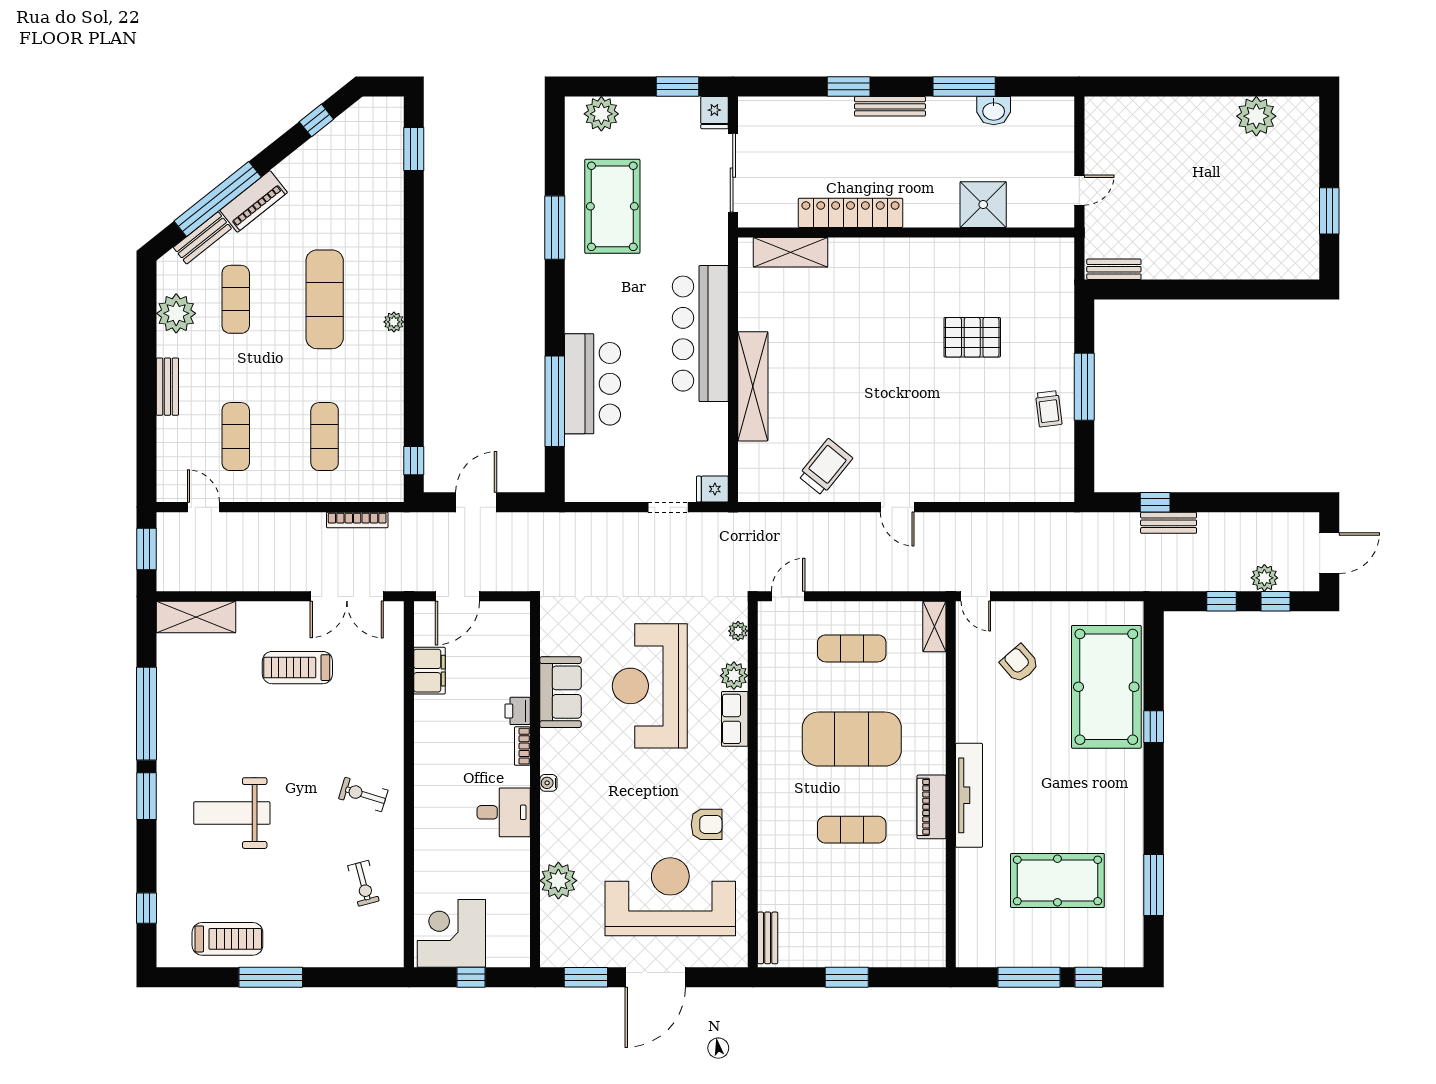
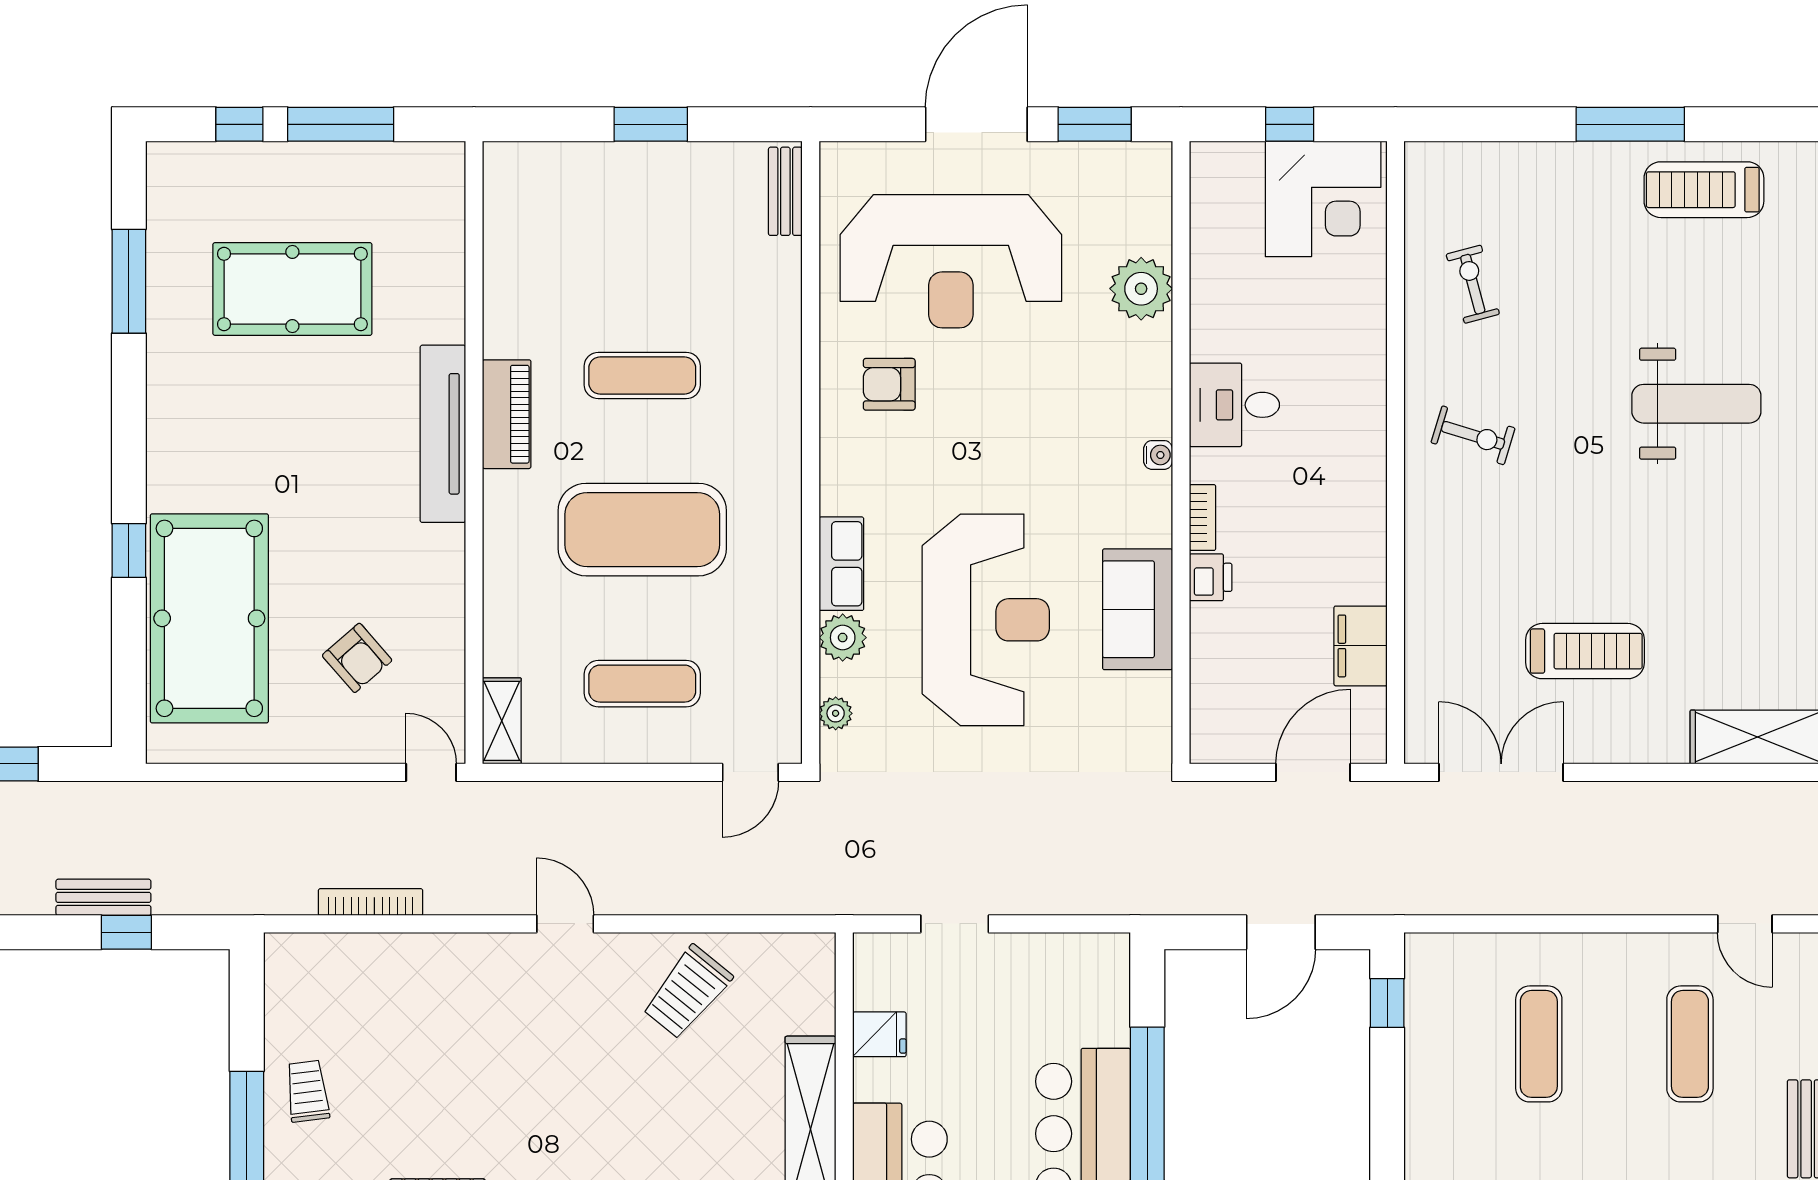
fridge: (712, 489) -> (879, 1034), moved
bookcase: (357, 520) -> (371, 902), moved

